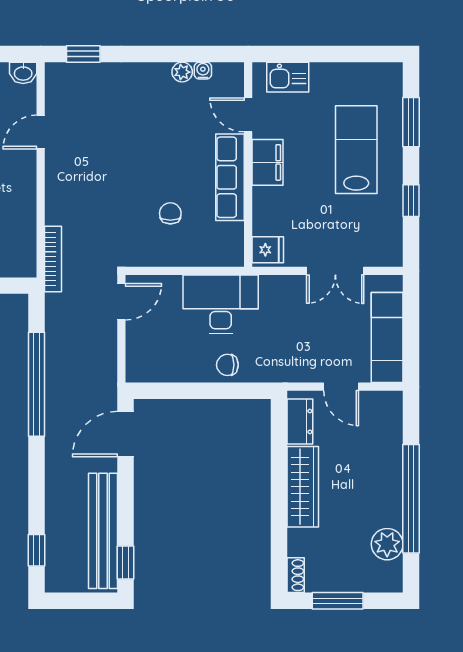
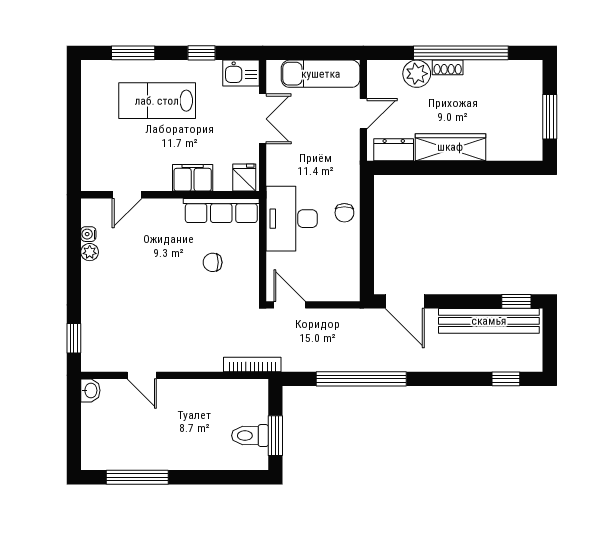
kitchen sink: (288, 77) -> (241, 73), moved, turned 90
filing cabinet: (267, 162) -> (193, 178), moved
row of seats: (230, 177) -> (221, 210), moved
plant: (387, 544) -> (417, 74), moved
shoe rack: (296, 575) -> (448, 67), moved, turned 180

